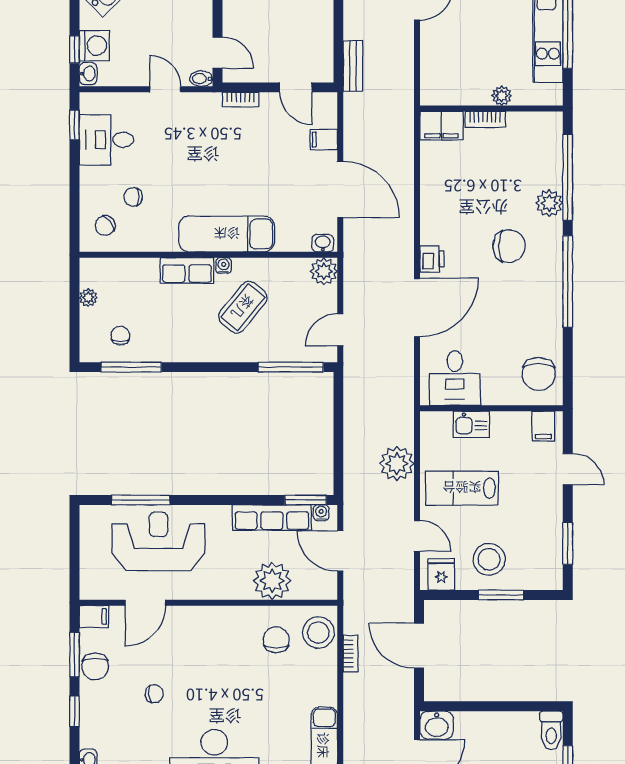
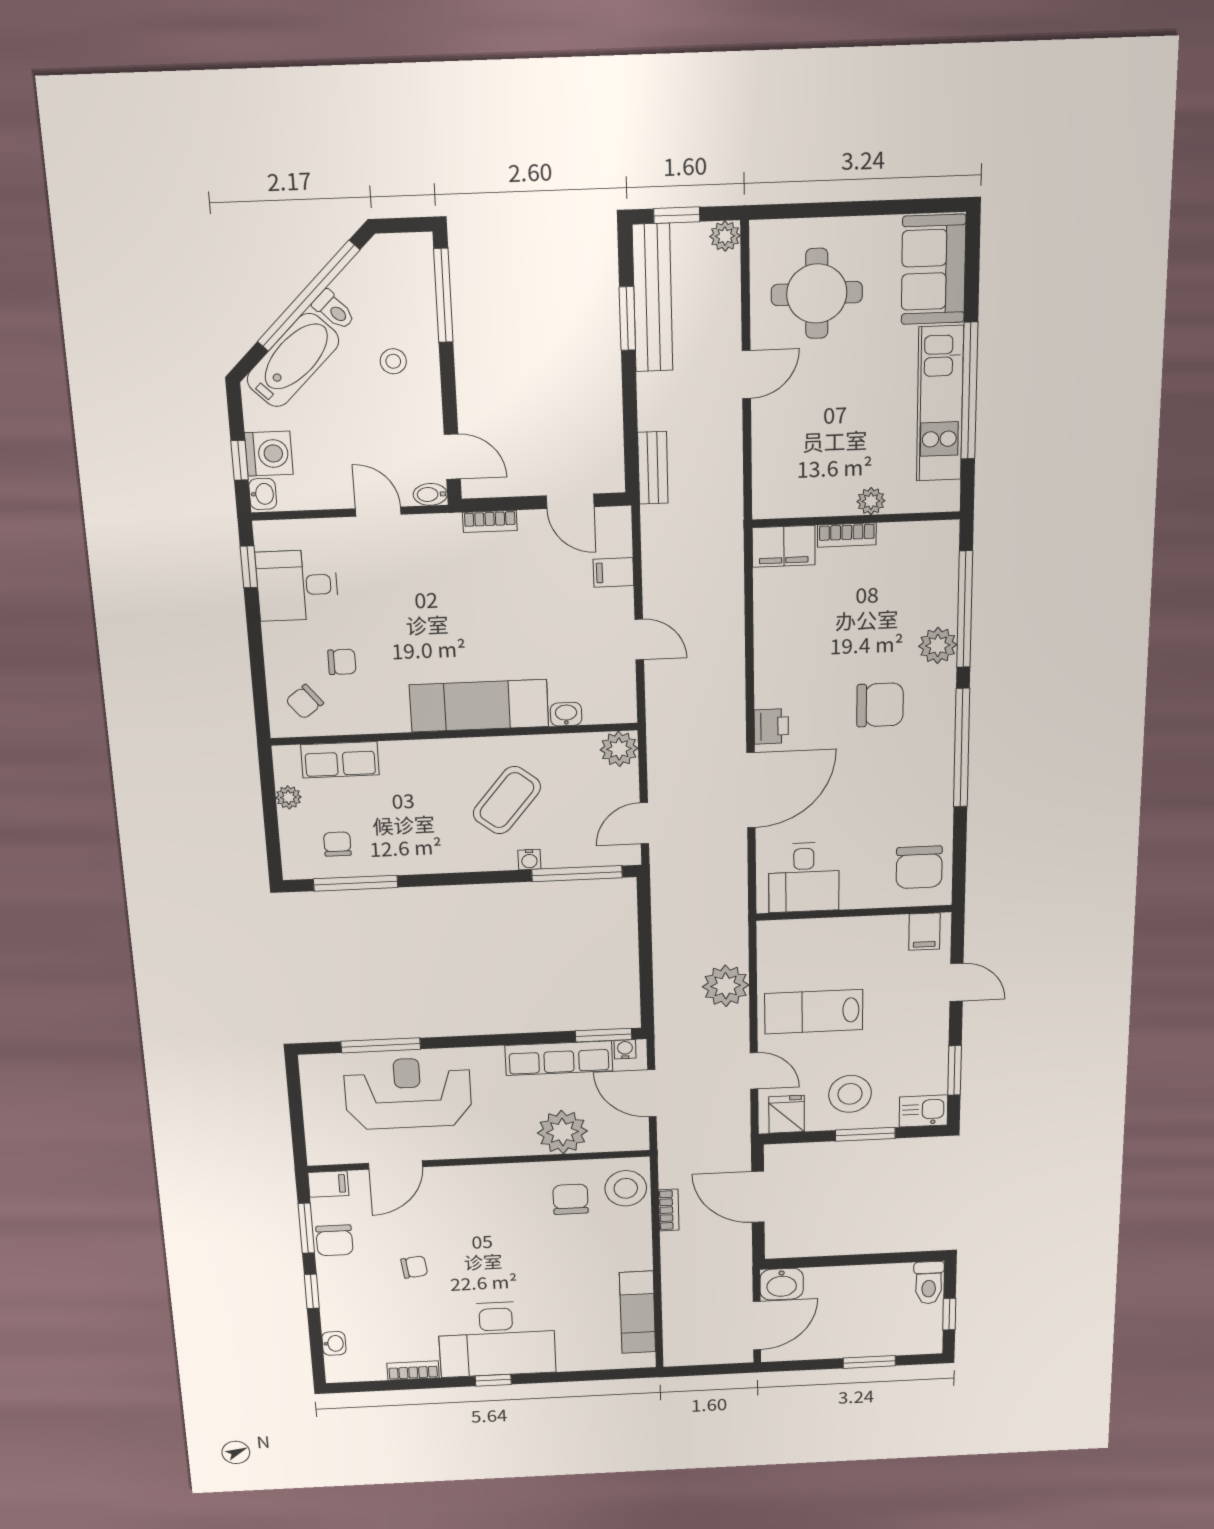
door: (340, 189) -> (639, 639), width x0.53
chair: (133, 197) -> (342, 662), turned 180
washbasin: (323, 243) -> (566, 714), moved
water cooler: (224, 266) -> (529, 860), moved, turned 180
row of seats: (187, 271) -> (340, 760), moved
kitchen sink: (471, 424) -> (923, 1111), moved, turned 180

